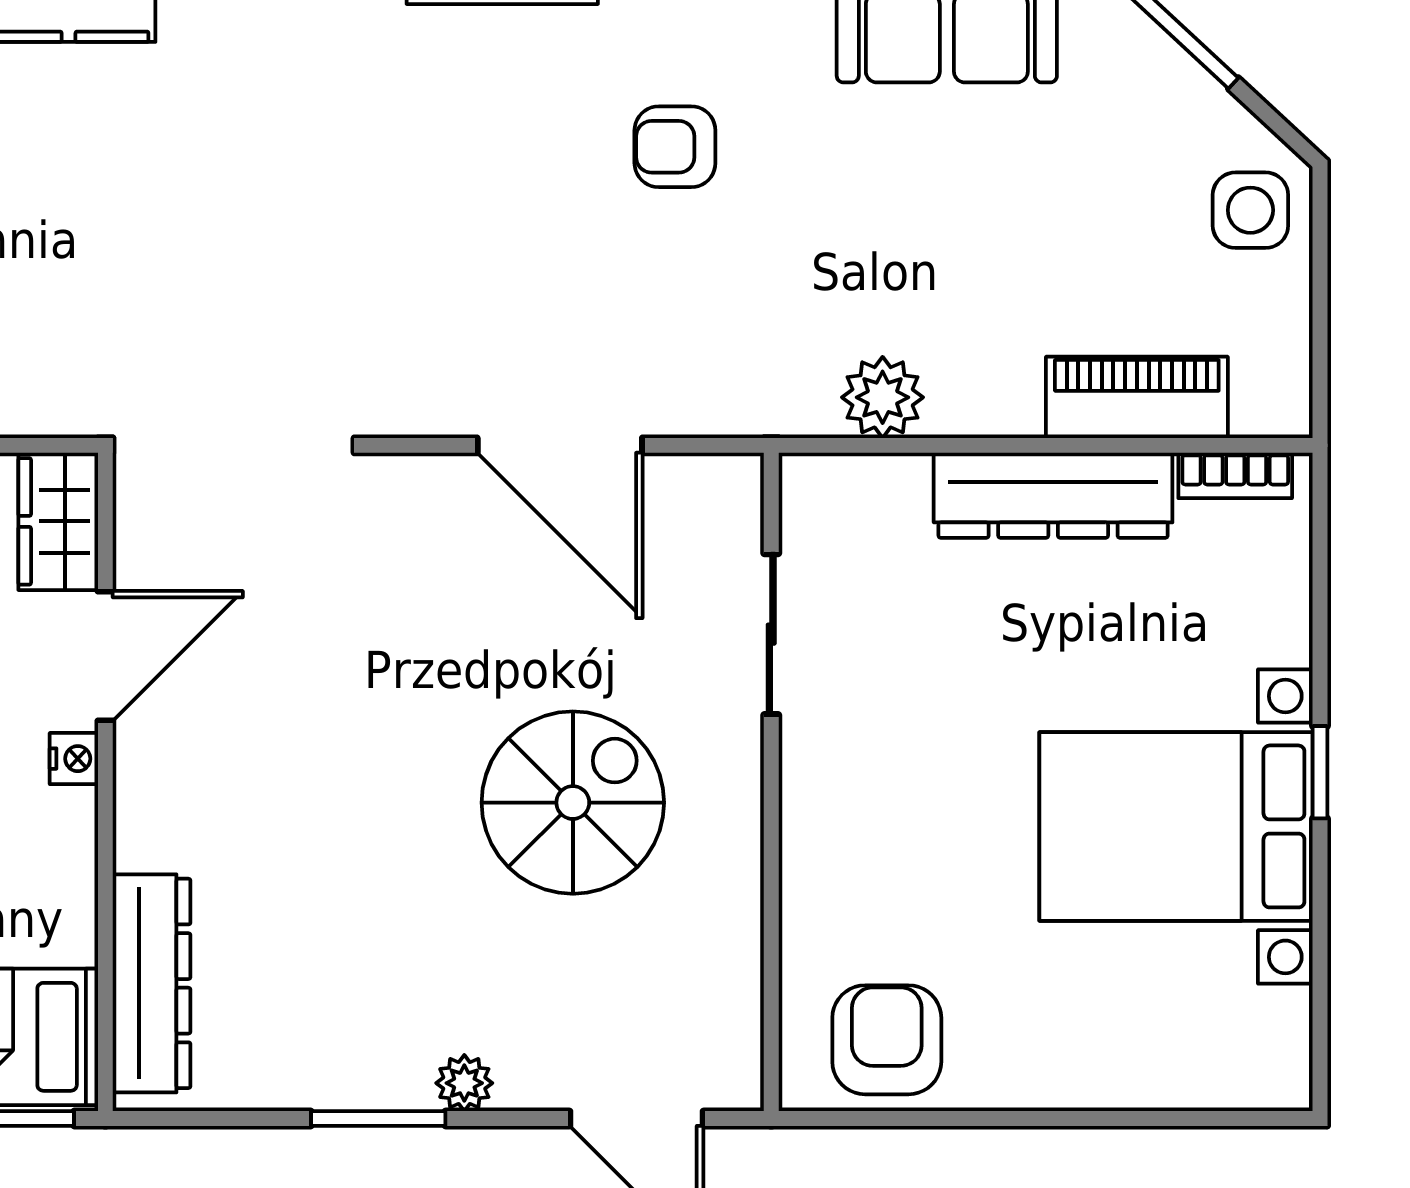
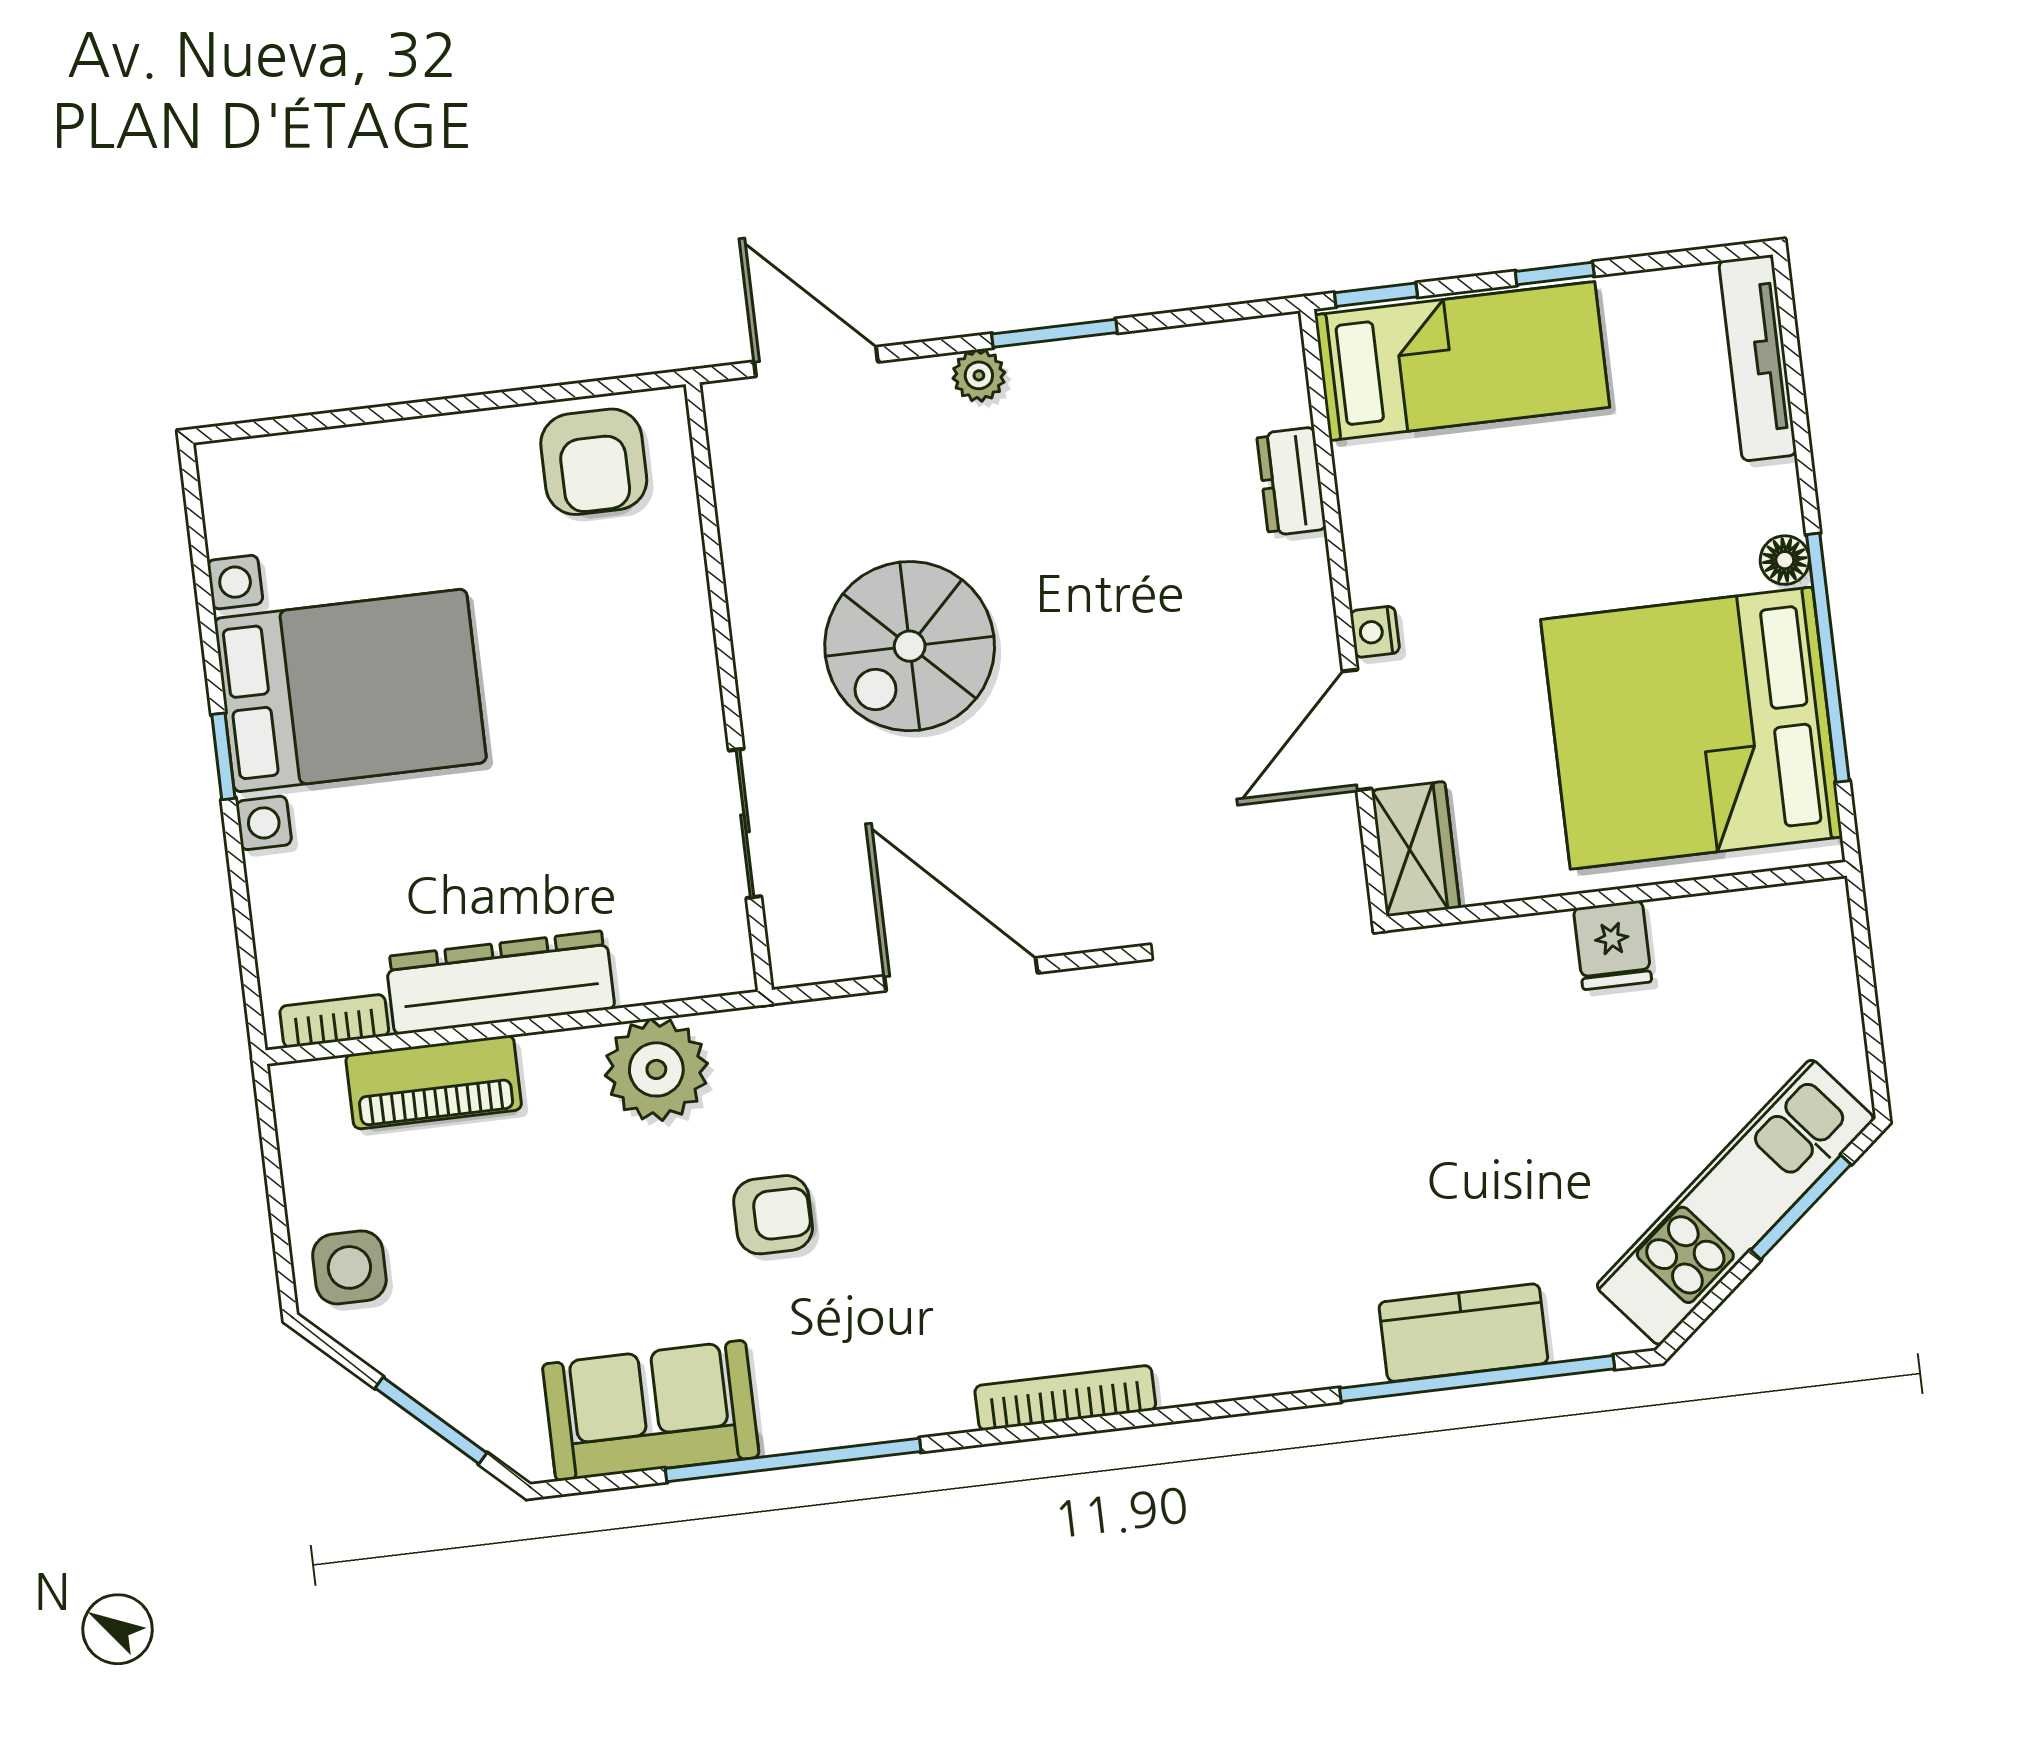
armchair: (675, 147) -> (773, 1215), moved
plant: (883, 397) -> (656, 1069), width x1.36, depth x1.36
dresser: (152, 983) -> (1291, 481), width x0.51, depth x0.80

